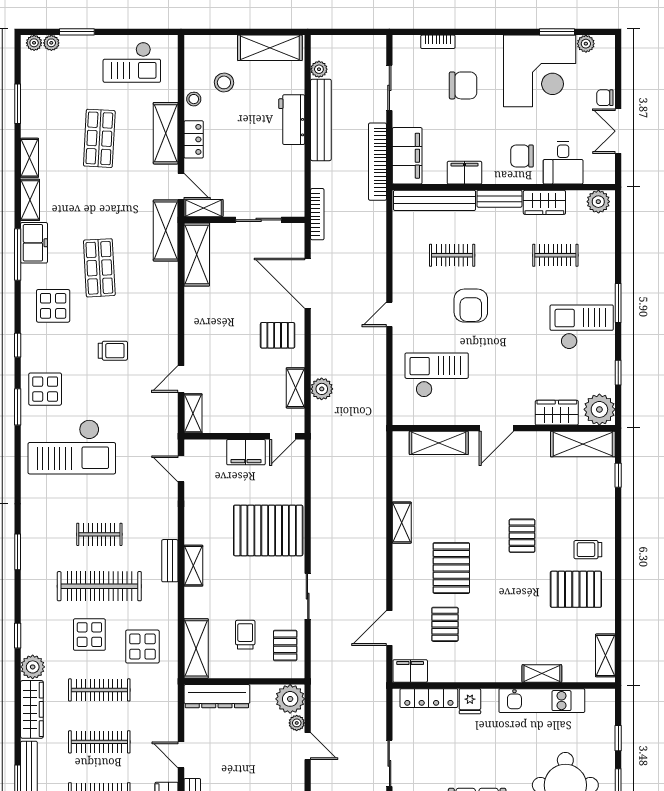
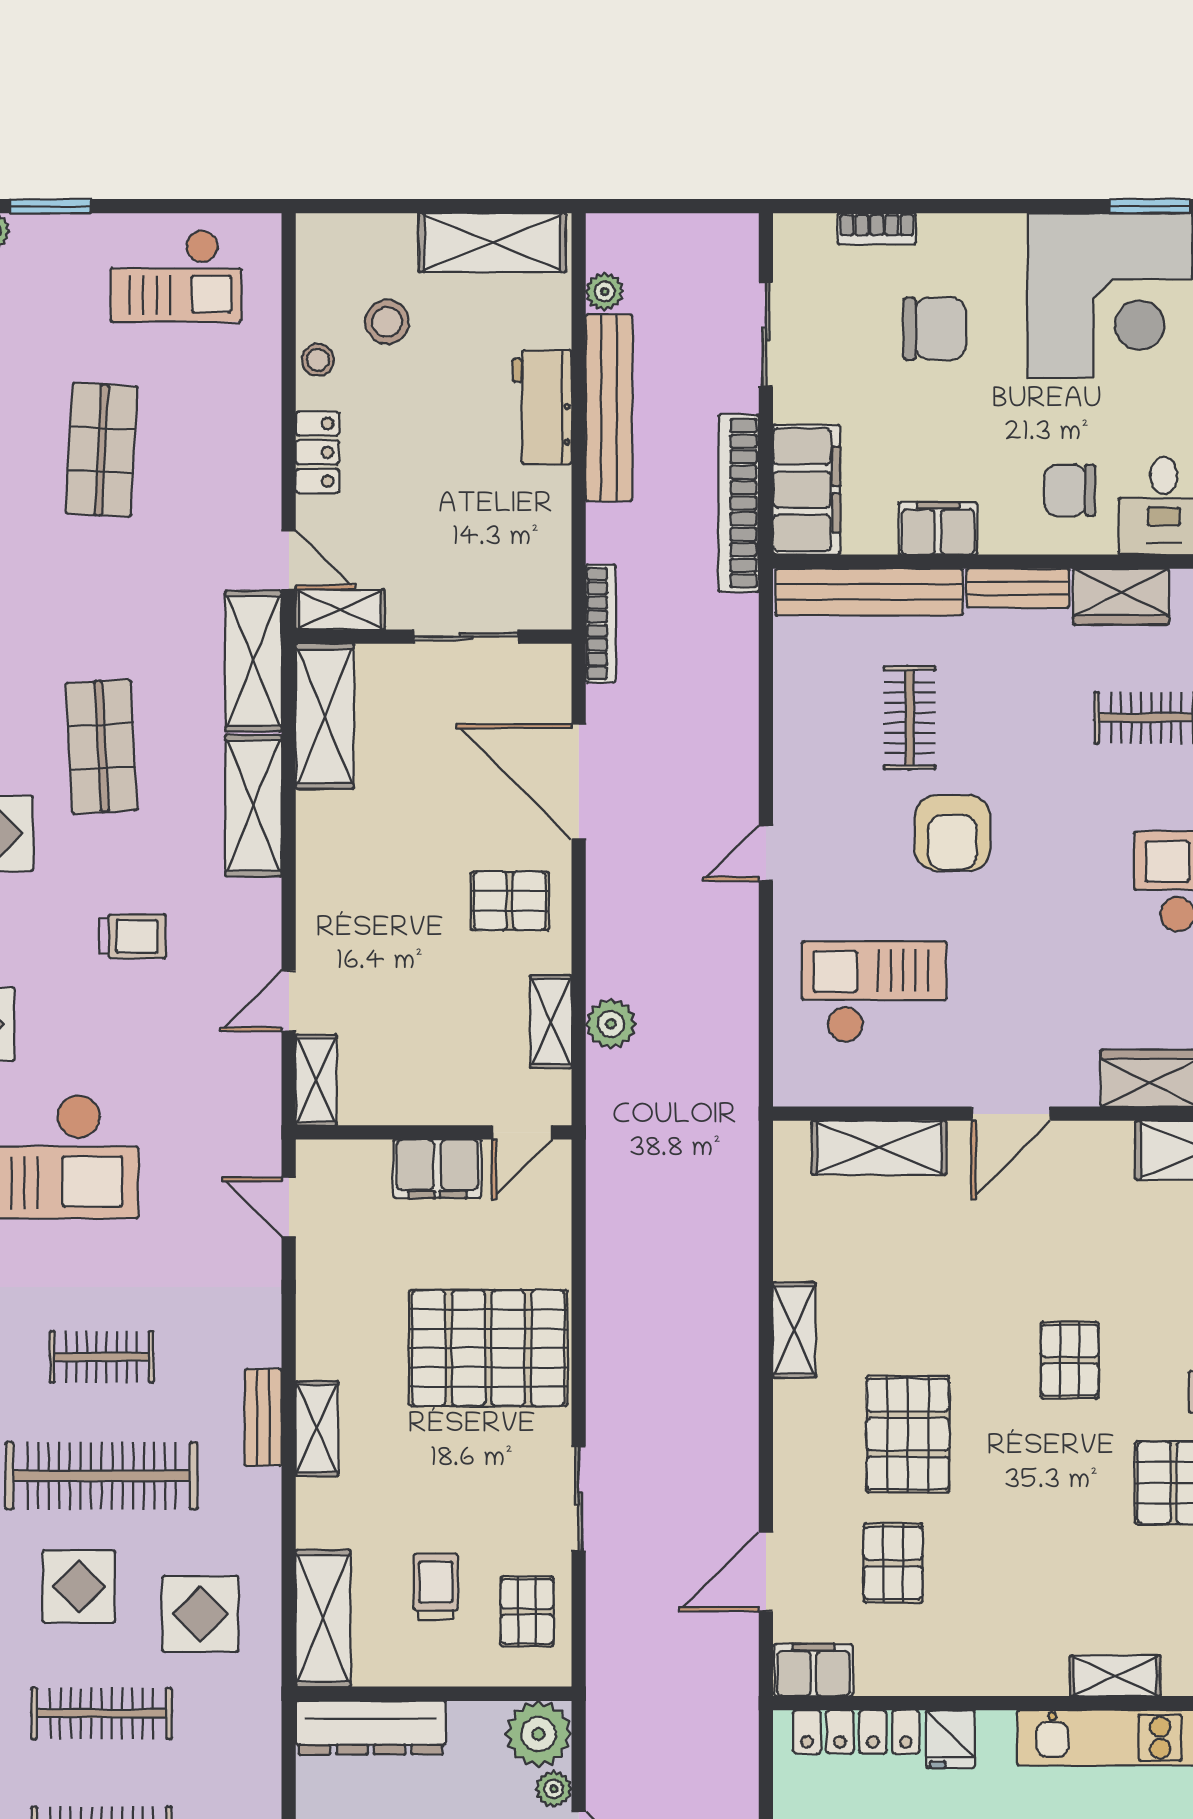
shelving: (166, 133) -> (253, 806), moved
clothes rail: (452, 255) -> (910, 718), turned 90

